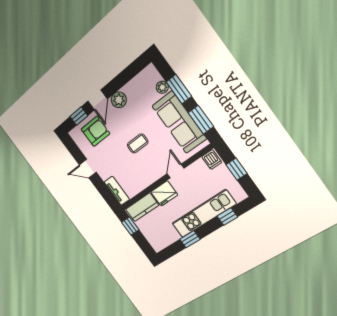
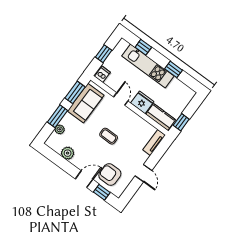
plant: (119, 100) -> (68, 153), moved
sofa: (179, 122) -> (86, 103), width x0.73
door: (176, 171) -> (121, 99), swing flipped

